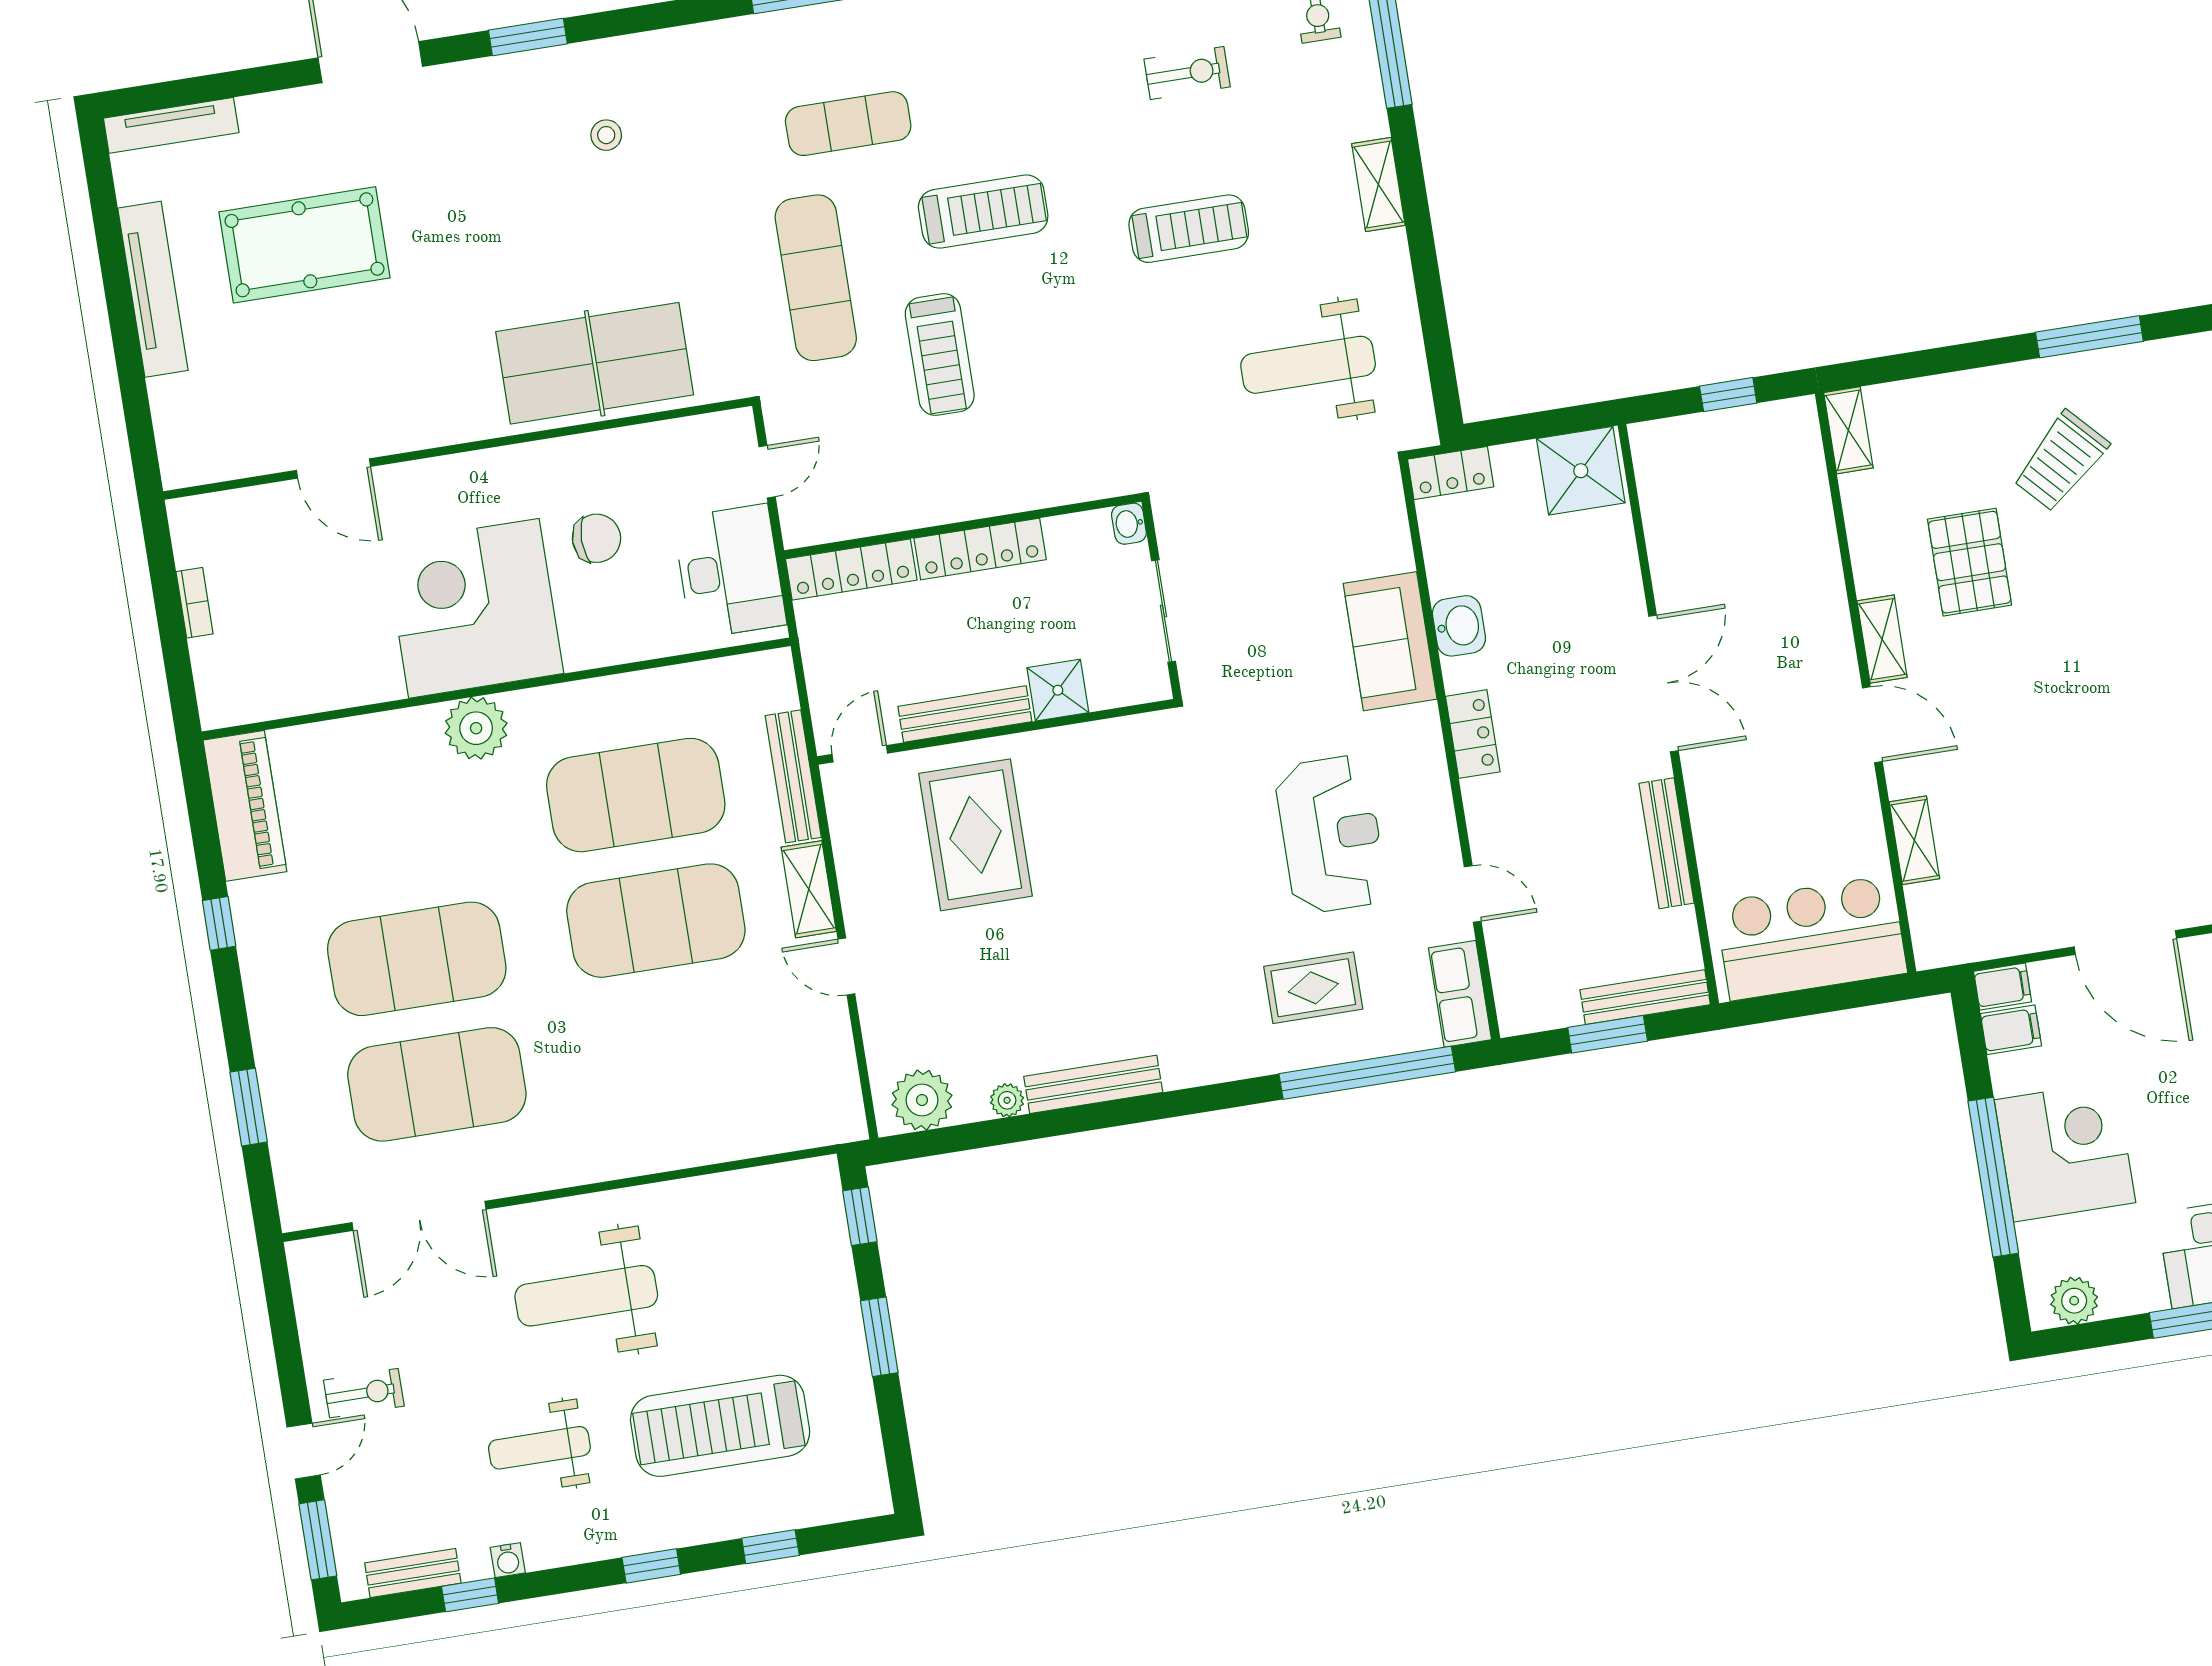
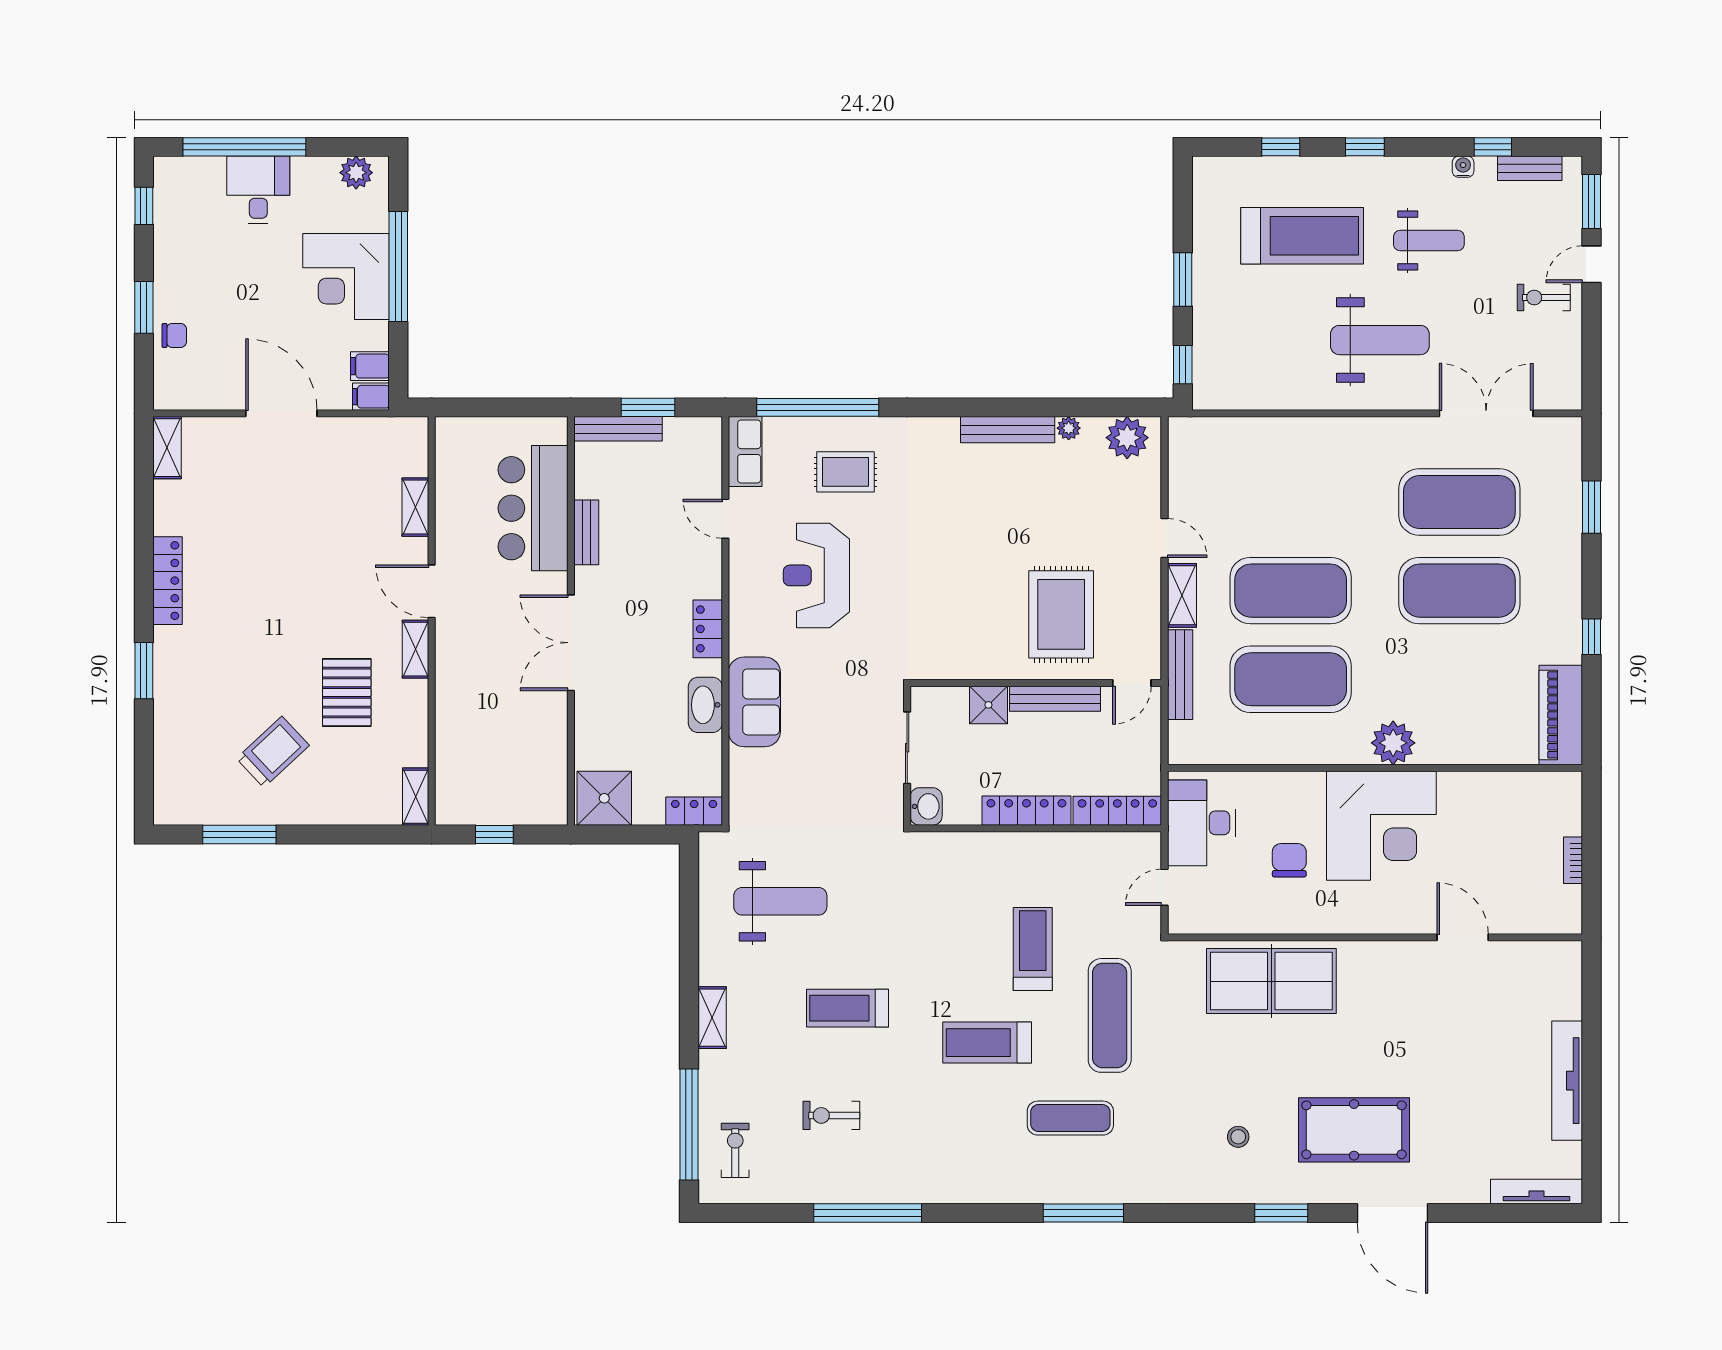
pool table: (304, 245) -> (1354, 1130), moved
washbasin: (1129, 524) -> (926, 806), width x1.38, depth x1.45
chair: (597, 538) -> (1289, 860), turned 90
washbasin: (1459, 626) -> (705, 705), width x1.38
bench: (1667, 843) -> (586, 532), width x0.73
bar counter: (1811, 938) -> (533, 508), moved, turned 90

